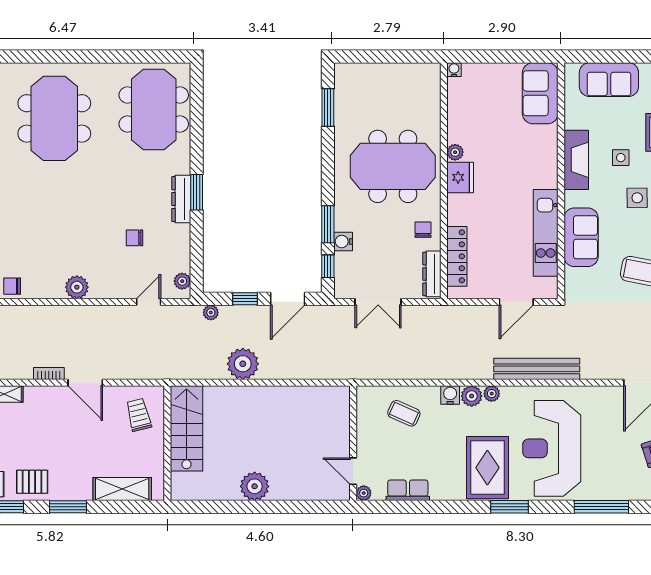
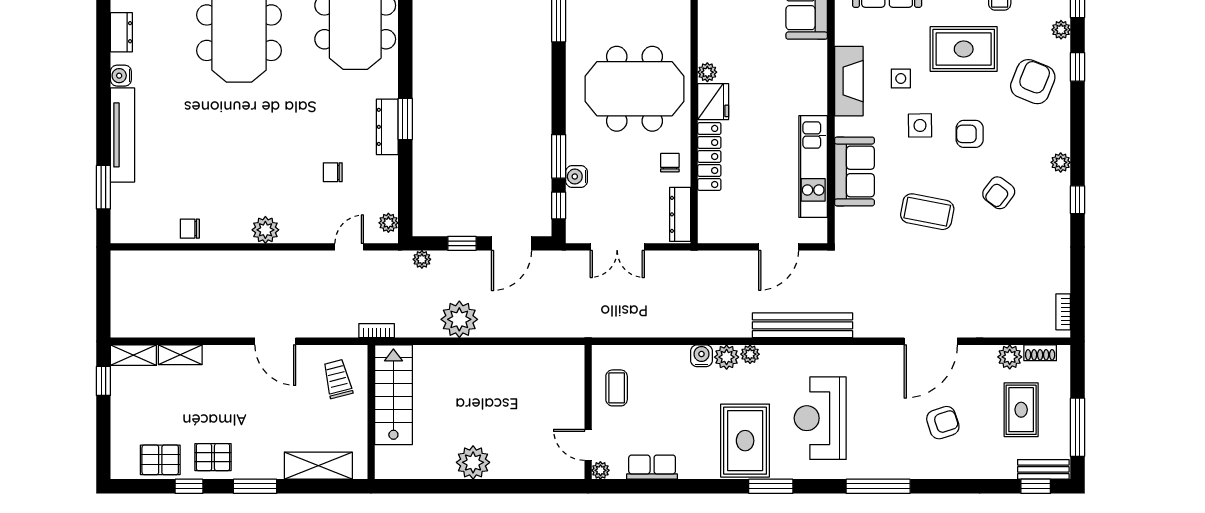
locker: (457, 256) -> (709, 156), moved
bookcase: (49, 373) -> (377, 331), moved
coffee table: (404, 413) -> (617, 388), moved, turned 66
reception desk: (552, 448) -> (820, 418), width x0.74, depth x0.77

